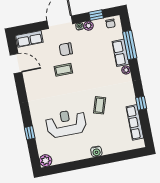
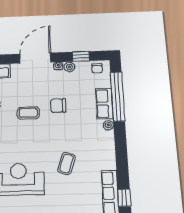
window: (130, 45) -> (118, 96), width x1.46
chair: (66, 49) -> (58, 106), moved
window: (141, 103) -> (124, 198), moved

